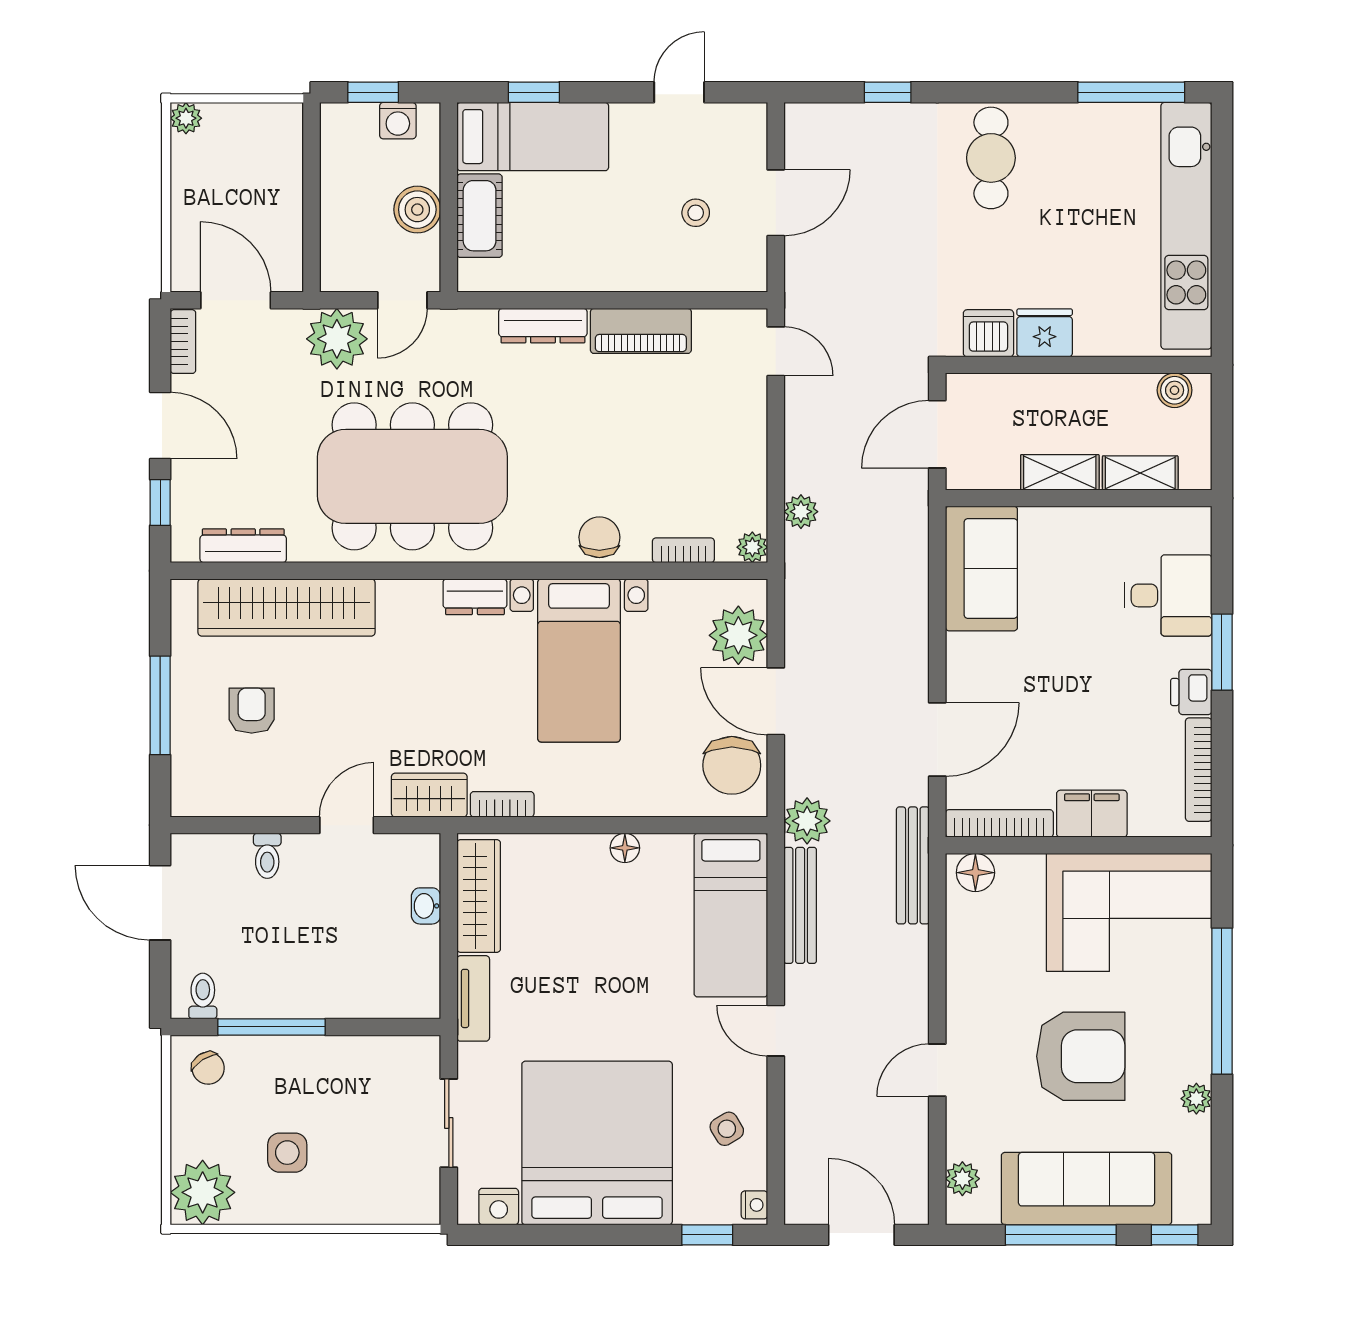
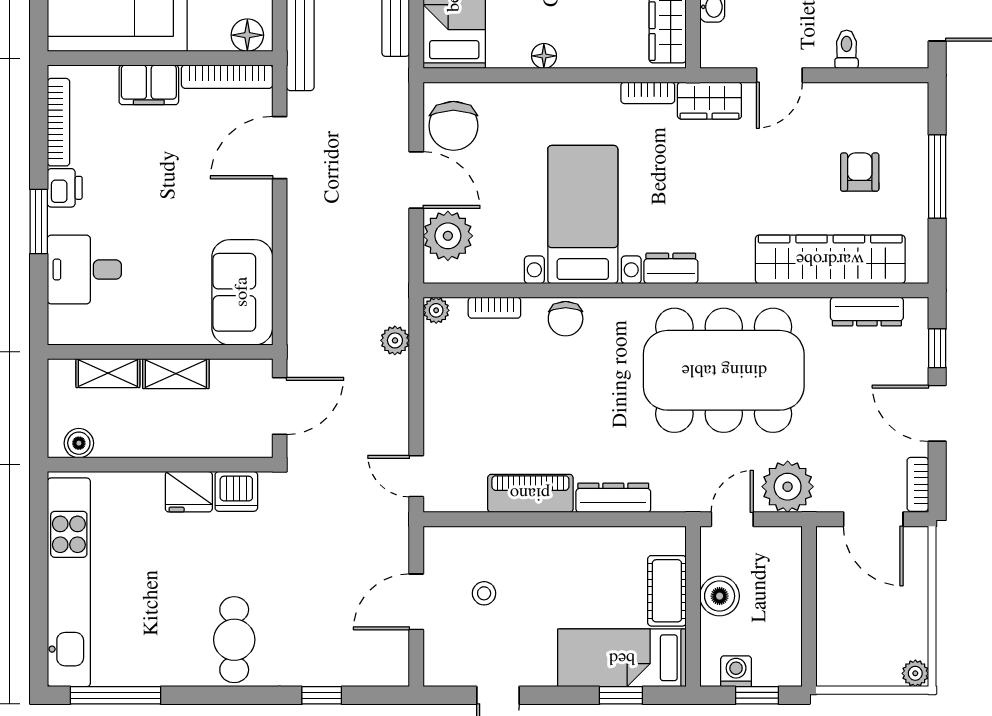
armchair: (252, 711) -> (860, 172), turned 180
chair: (732, 765) -> (453, 126), turned 180
plant: (807, 821) -> (390, 79), removed

